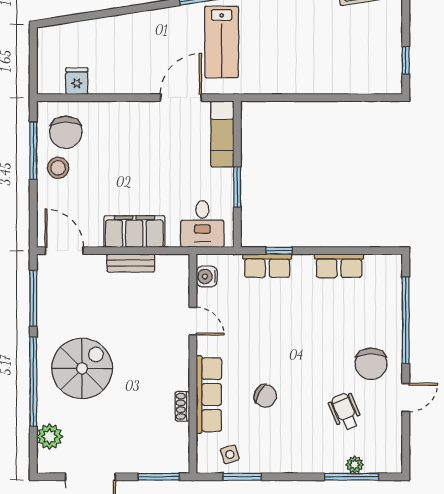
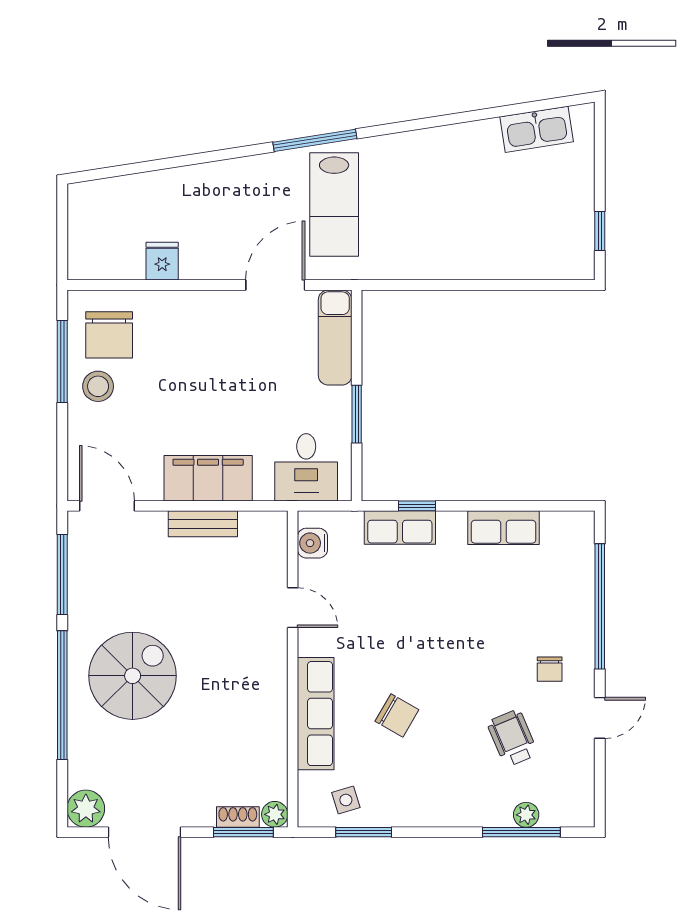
fridge: (77, 81) -> (162, 261), moved
chair: (371, 364) -> (550, 669), width x0.54, depth x0.54
shoe rack: (182, 406) -> (238, 817), moved, turned 90
plant: (50, 437) -> (86, 809), moved
plant: (181, 464) -> (275, 814), added

